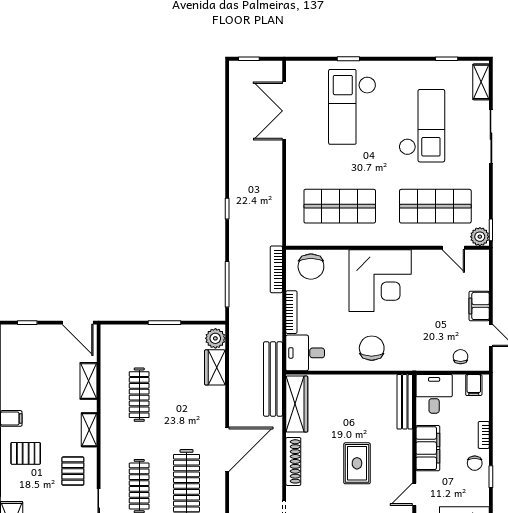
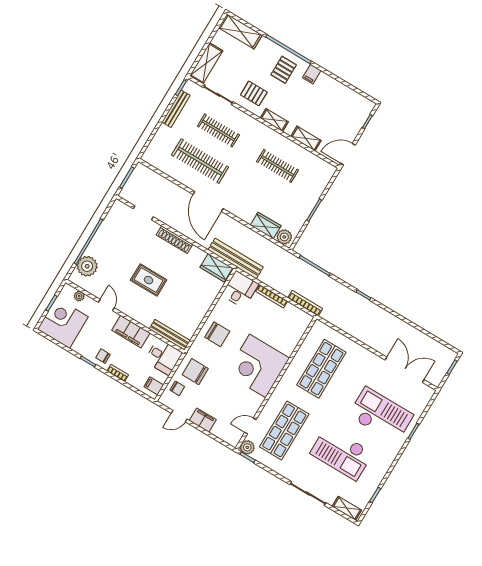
chair: (311, 267) -> (195, 372), moved
wardrobe: (297, 404) -> (216, 268), width x0.67

